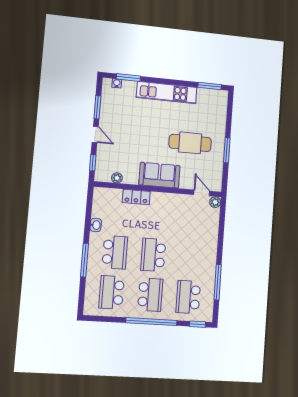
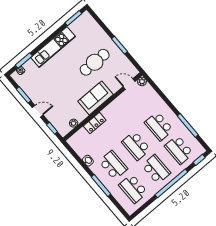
school desk: (191, 258) -> (159, 126), added

